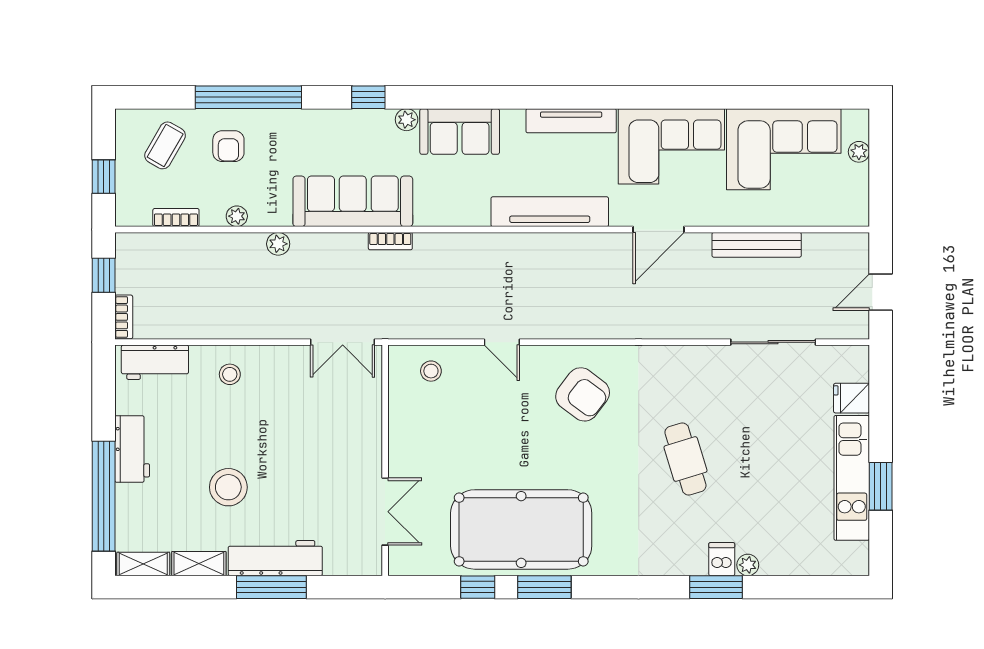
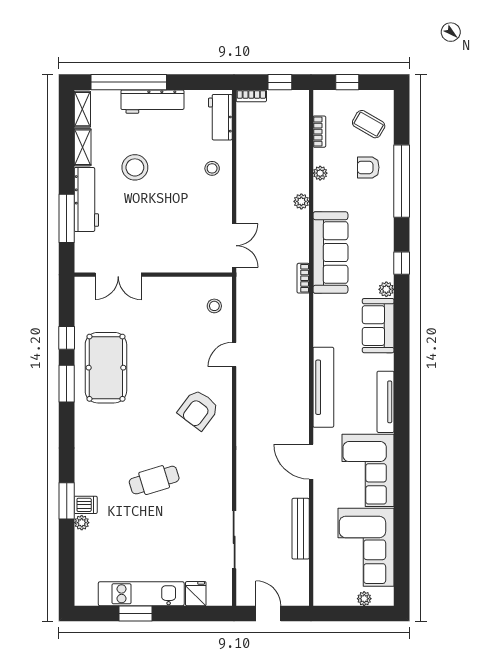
double door: (343, 342) -> (234, 246), swing flipped
workbench: (132, 449) -> (152, 102), width x1.38
pool table: (521, 529) -> (106, 368), width x0.73, depth x0.76
window: (271, 587) -> (67, 218), moved

